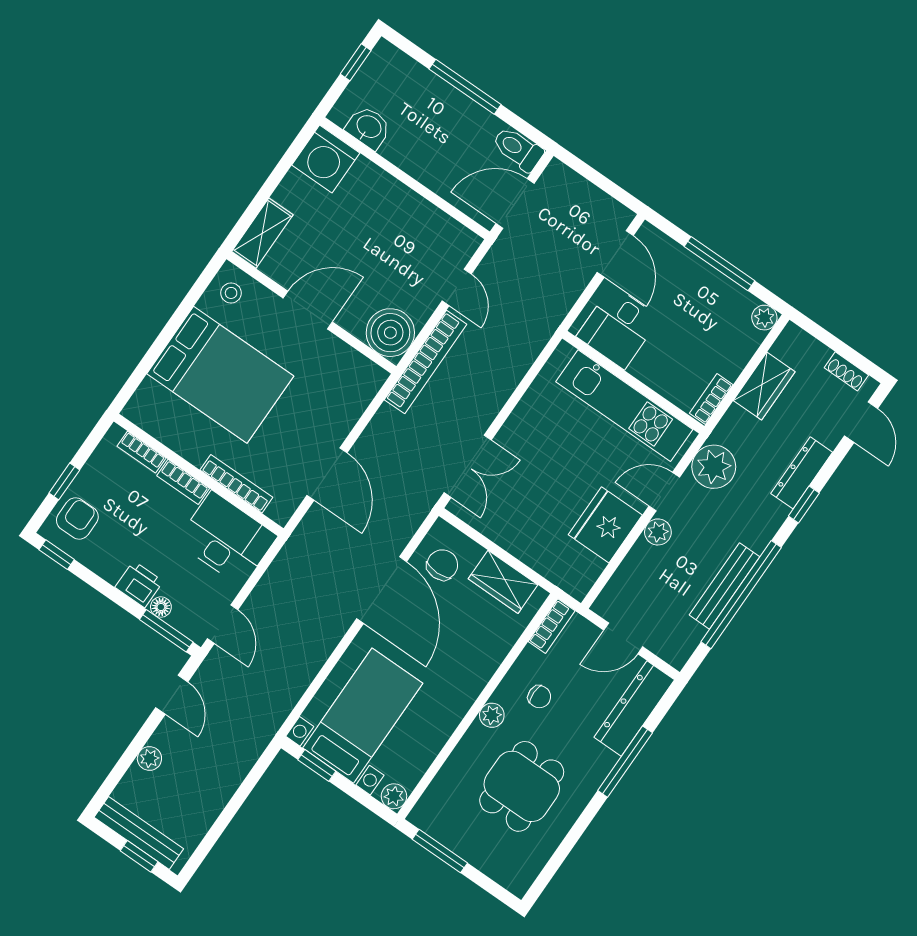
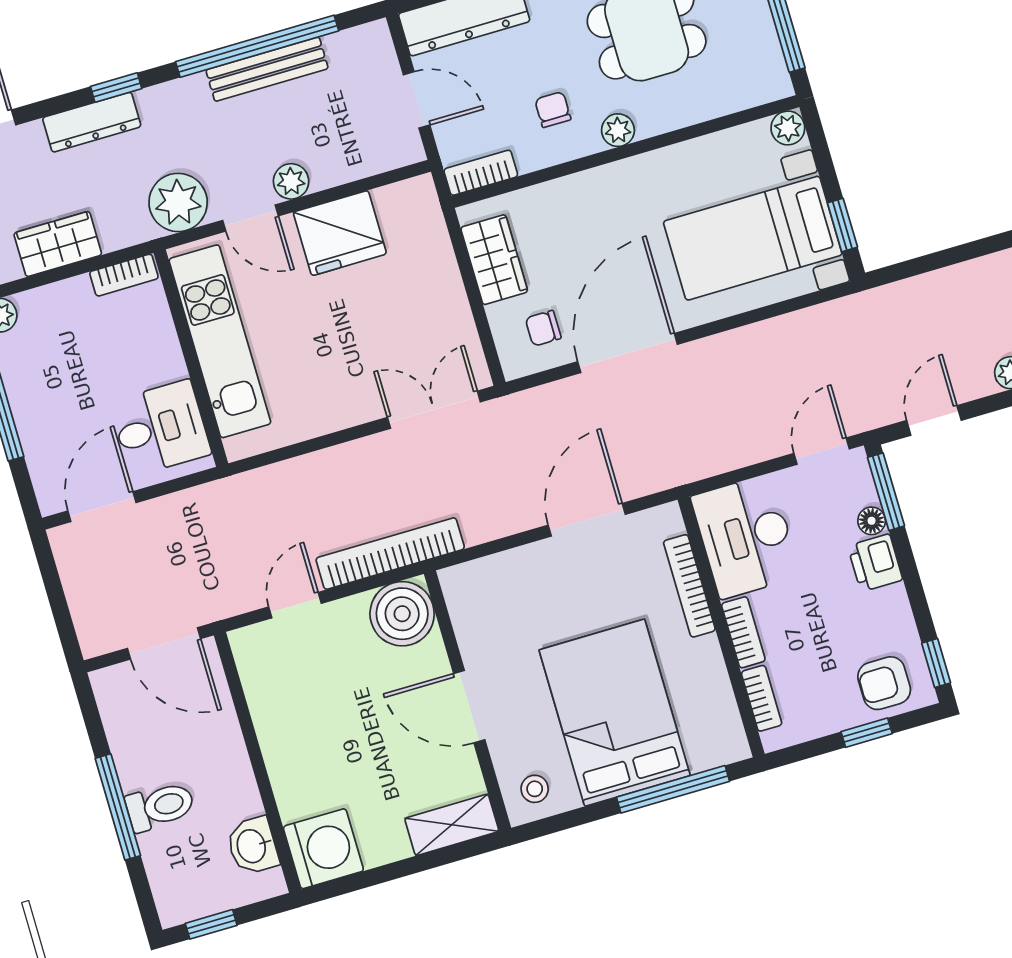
toilet: (518, 149) -> (160, 806), moved, turned -90
window: (150, 358) -> (673, 789), added
chair: (442, 565) -> (543, 328), width x0.73, depth x0.73

